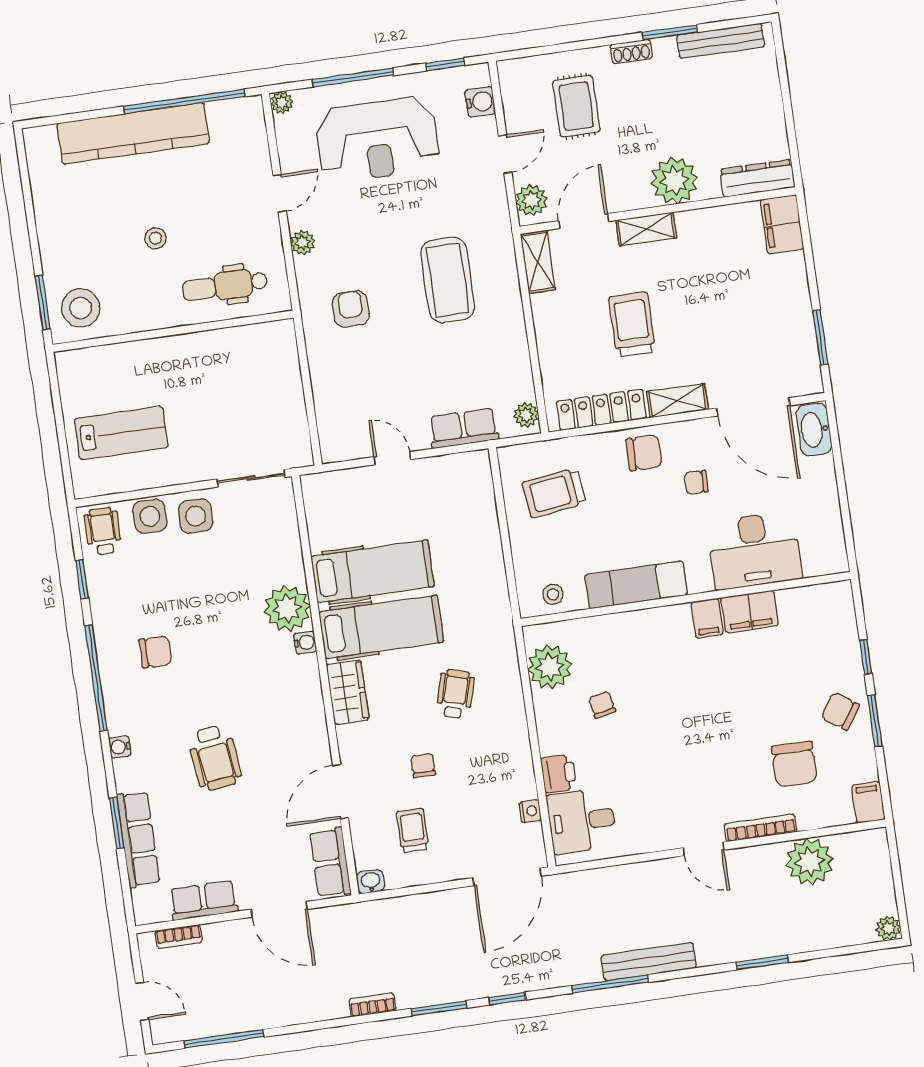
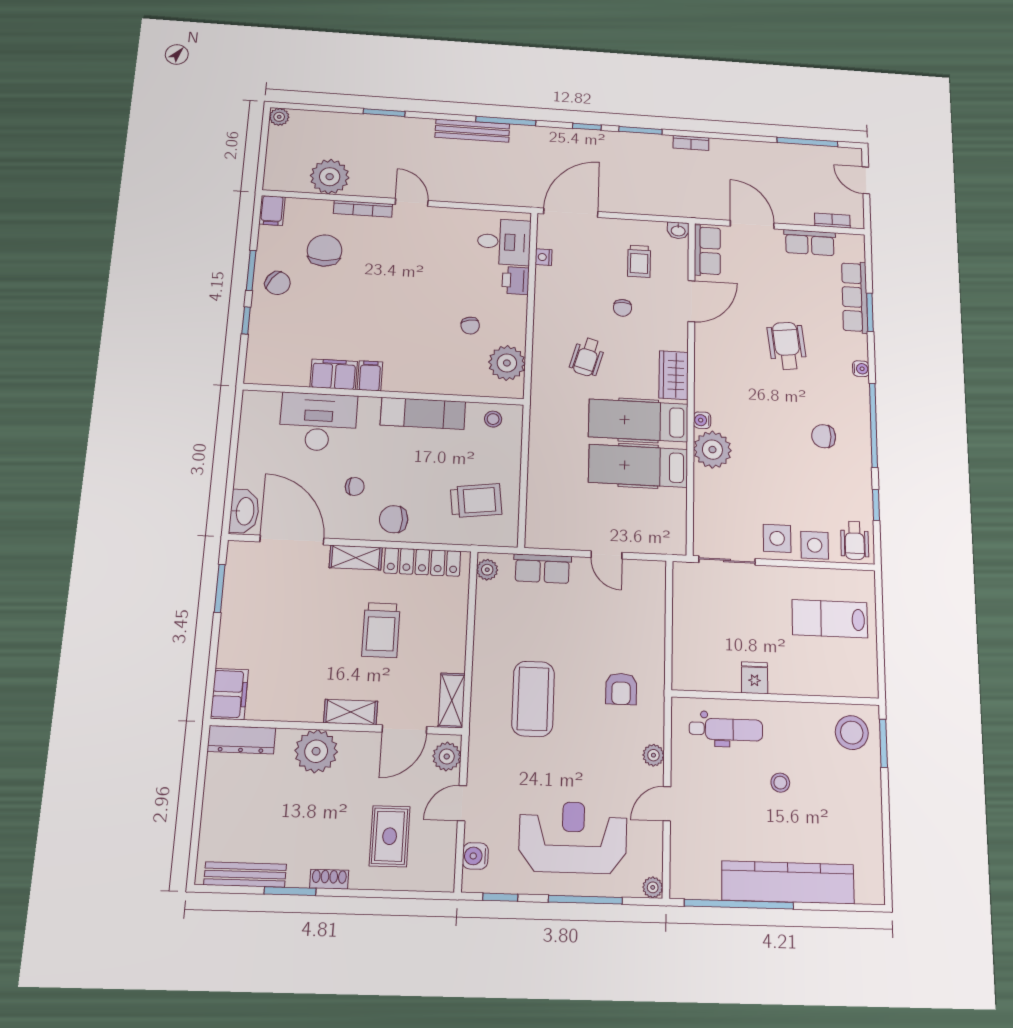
fridge: (200, 349) -> (755, 678), added

